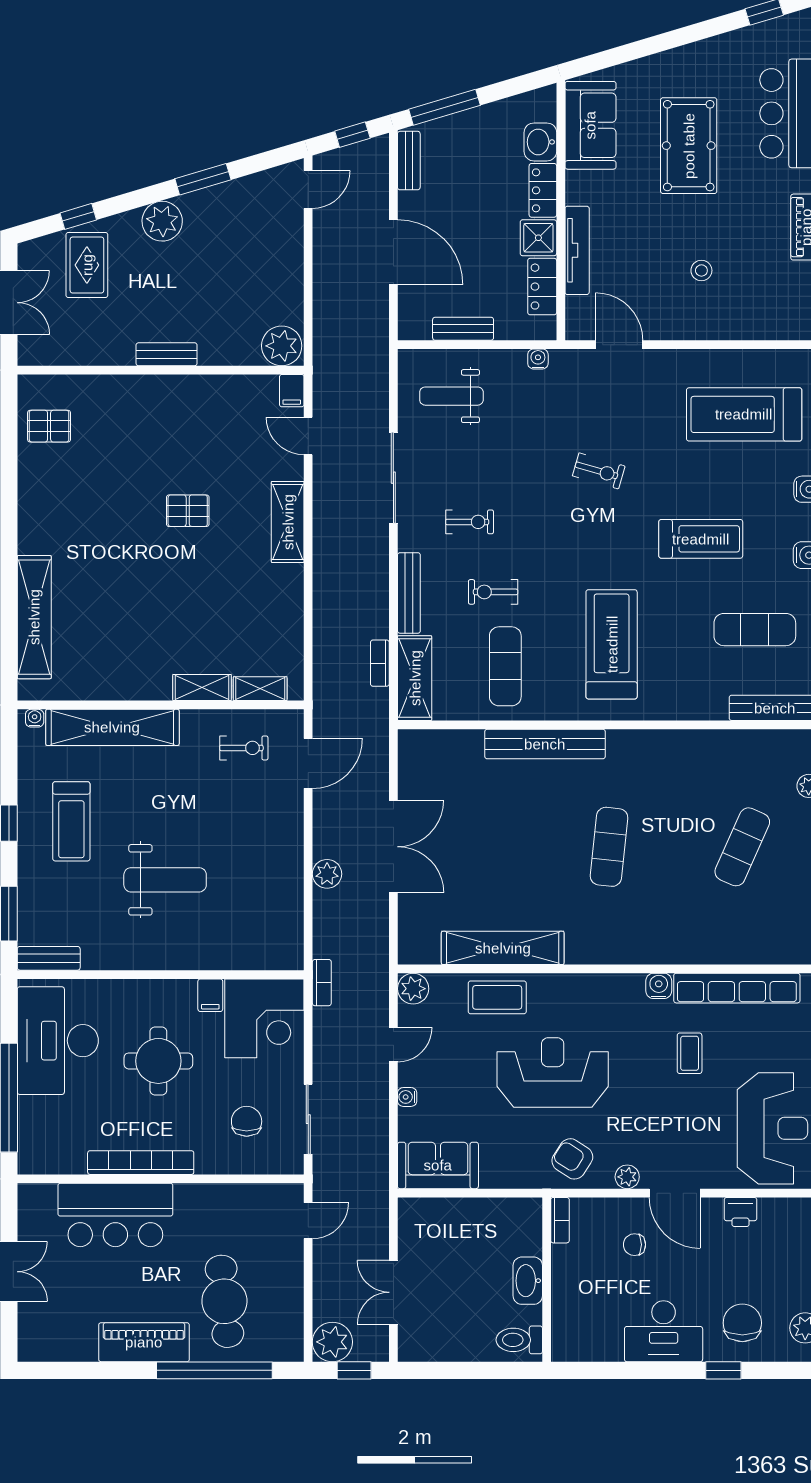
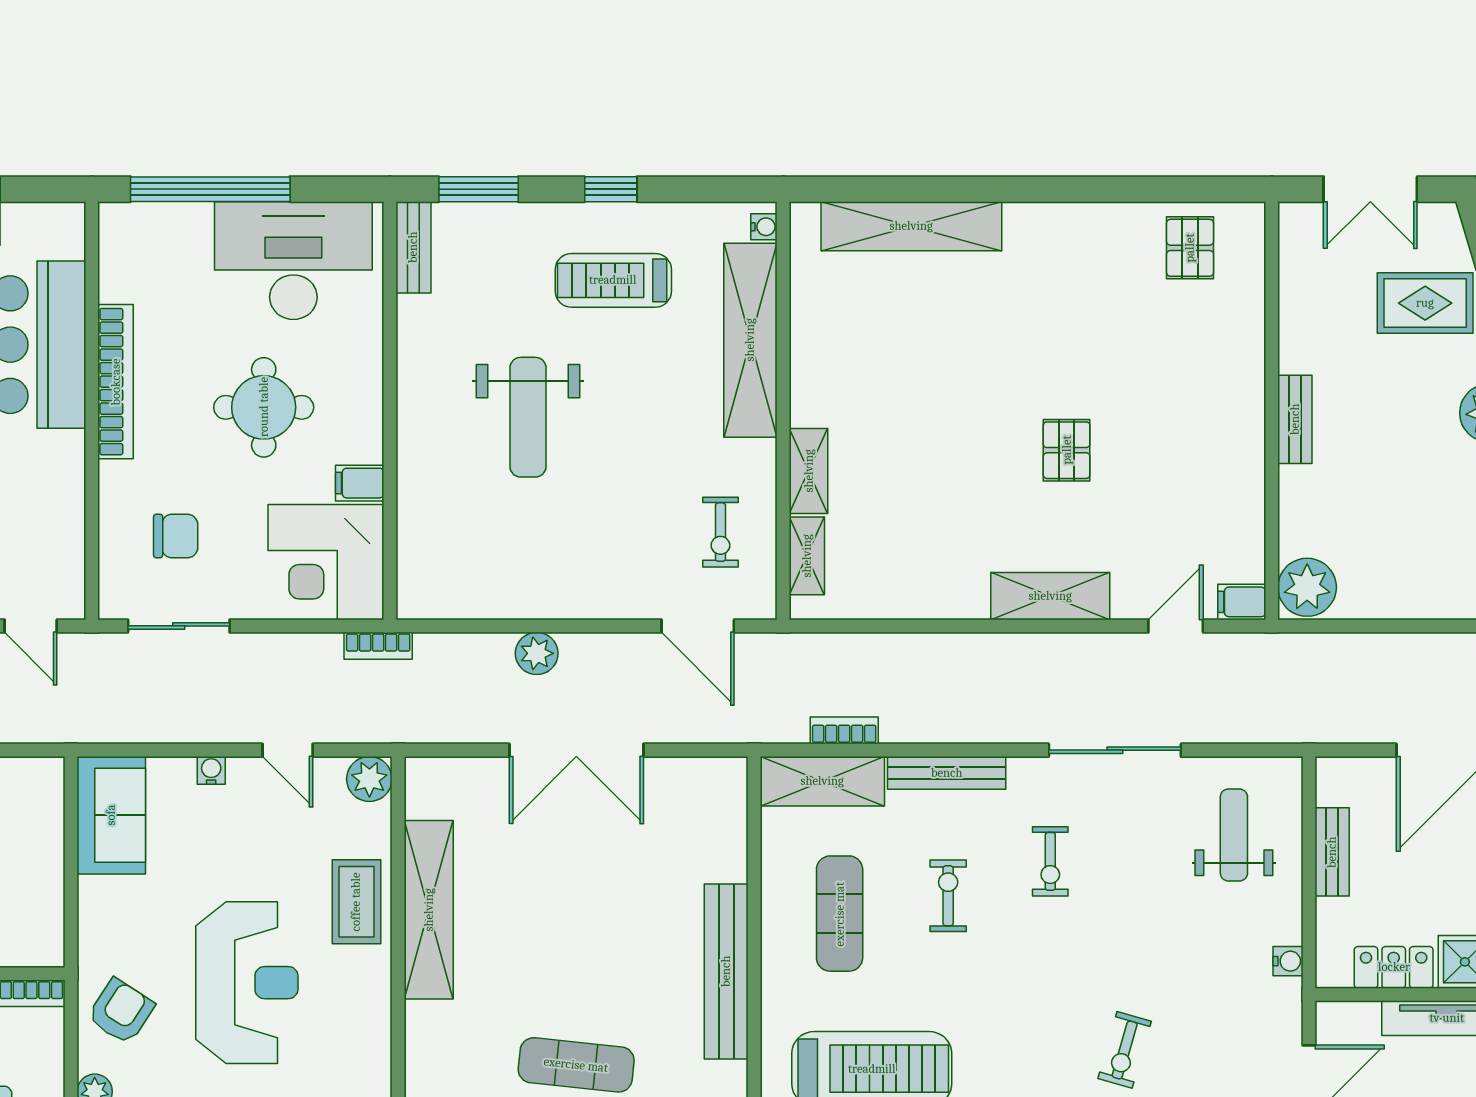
exercise mat: (505, 666) -> (840, 914), turned 90

